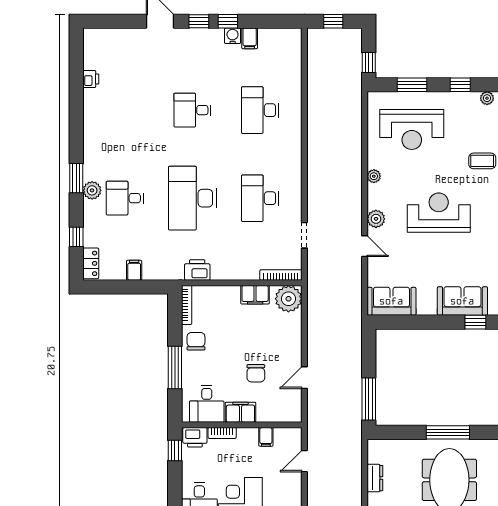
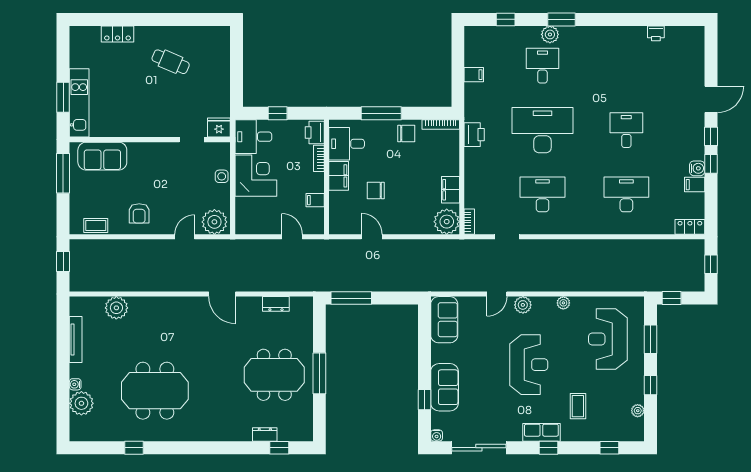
locker: (91, 263) -> (690, 227), moved, turned 180
bookcase: (281, 275) -> (469, 222), width x0.64
window: (175, 450) -> (278, 113), moved

